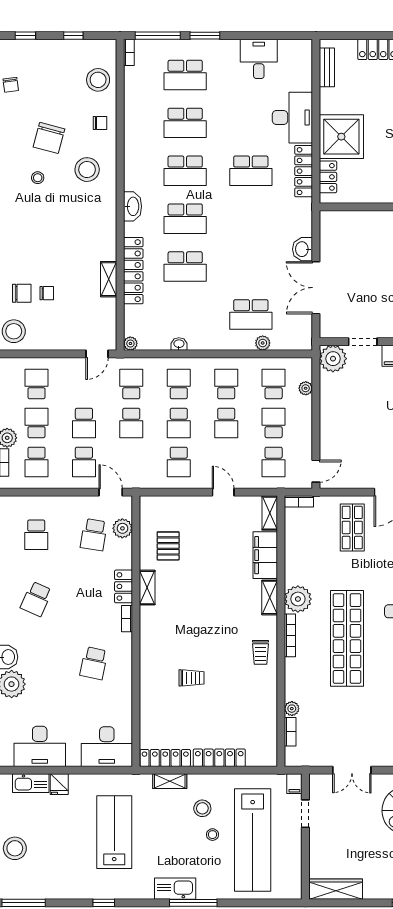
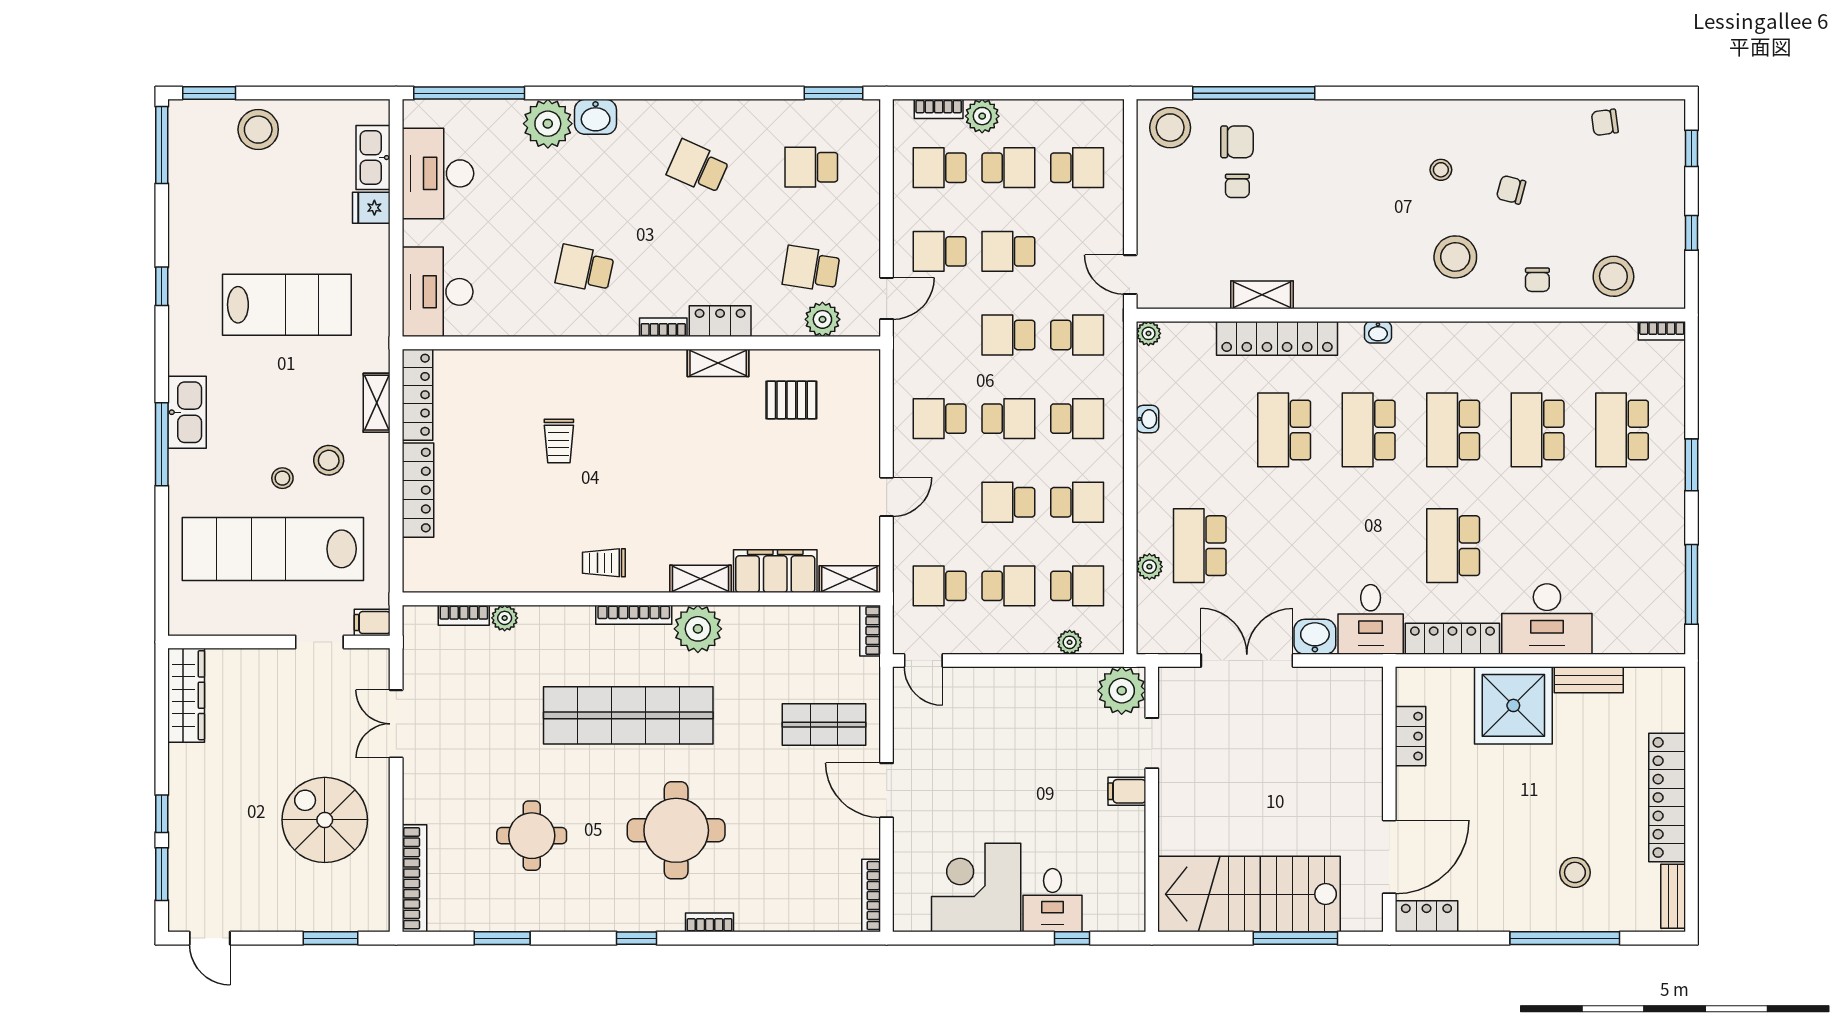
window: (158, 36) -> (1692, 584), moved
desk: (259, 59) -> (1371, 619), moved, turned 90
bench: (327, 67) -> (1589, 680), moved
chair: (49, 138) -> (1511, 190), width x0.54, depth x0.54
locker: (328, 177) -> (1411, 736), moved, turned -90
washbasin: (133, 206) -> (1378, 332), width x0.52, depth x0.69
chair: (22, 293) -> (1237, 142), turned -90
school desk: (179, 423) -> (1008, 419), turned 180

